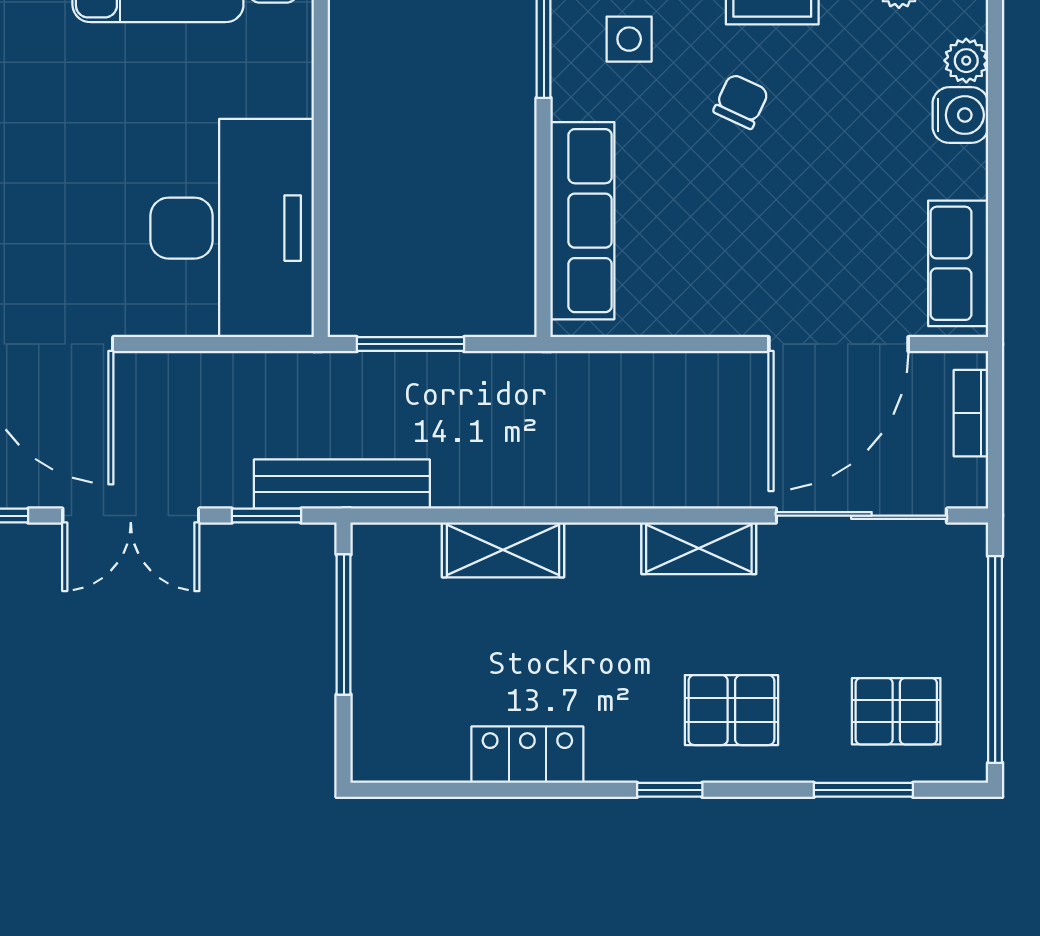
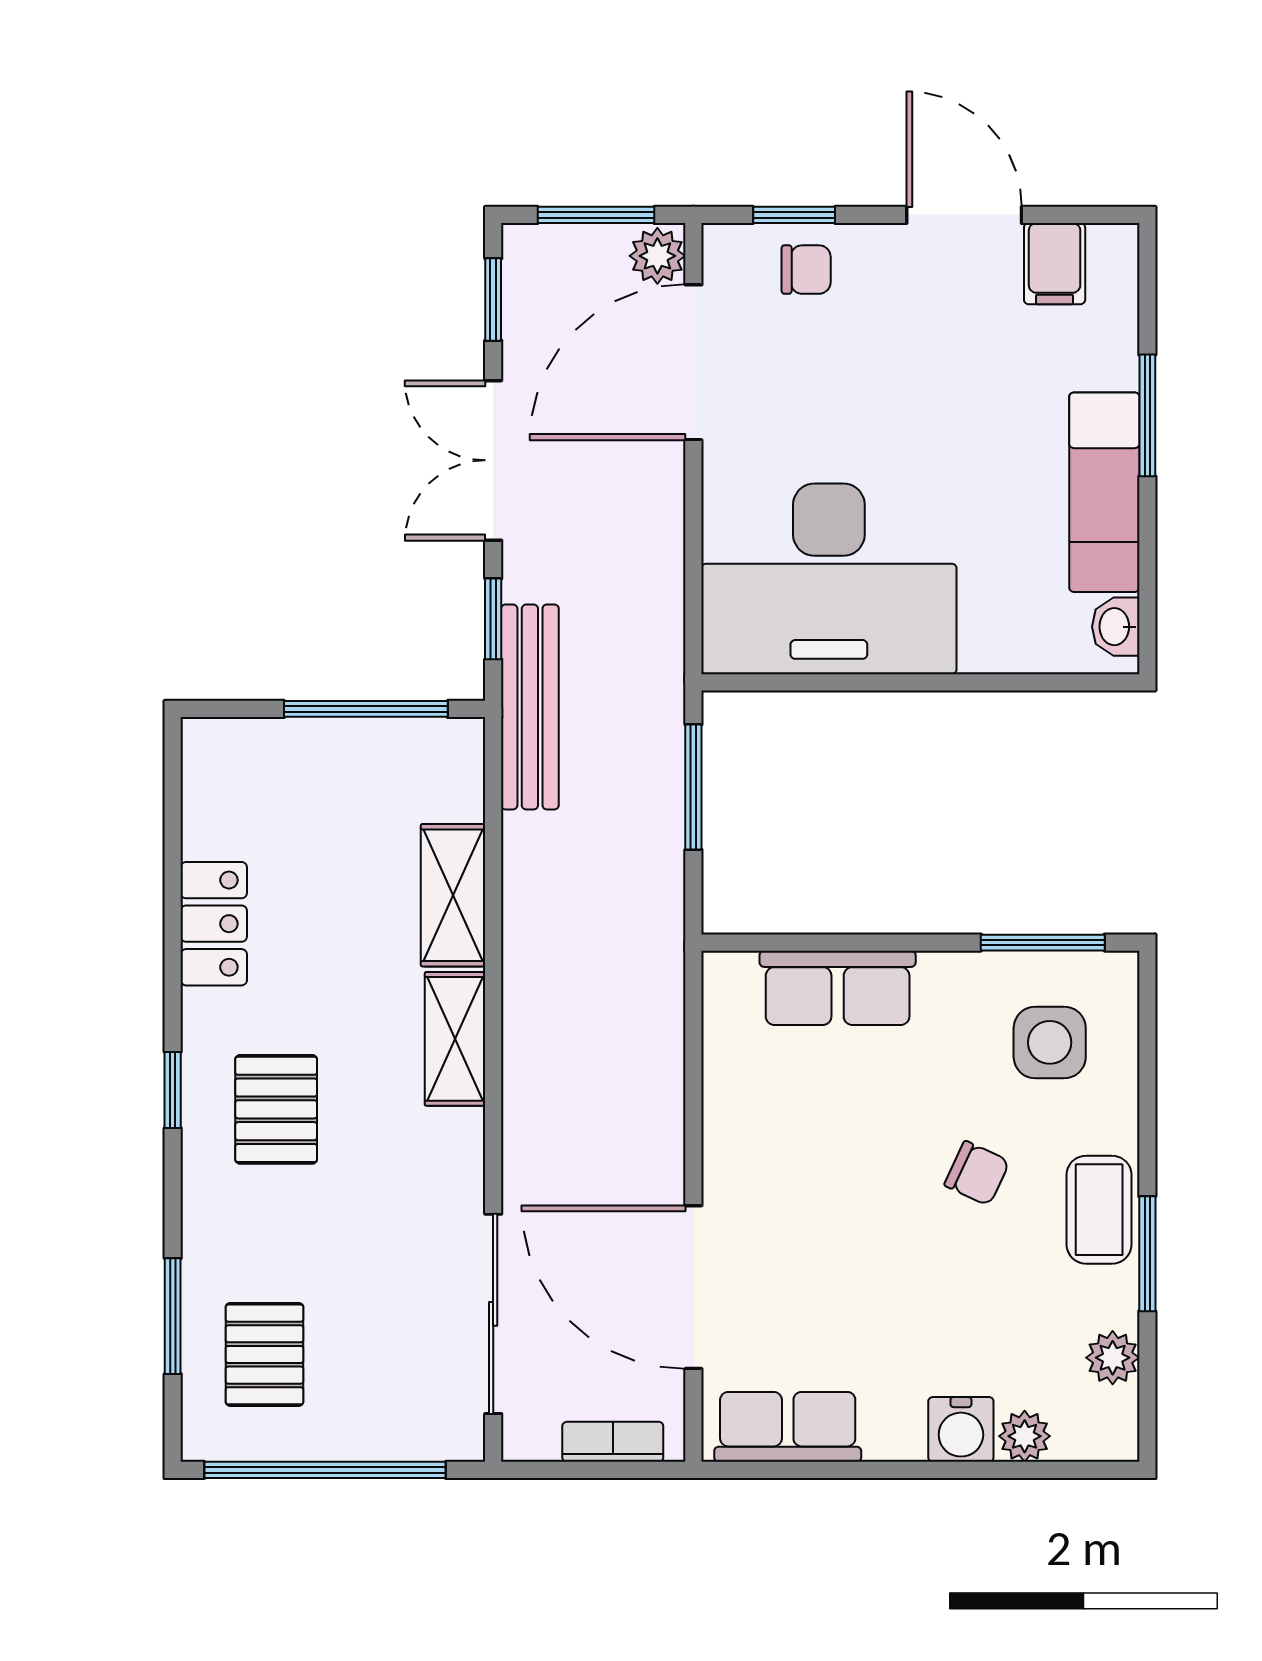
side table: (629, 39) -> (1050, 1042), width x1.37, depth x1.37
row of seats: (582, 221) -> (838, 988), width x0.68
shelving: (699, 548) -> (455, 1039), moved
pallet: (731, 710) -> (276, 1109), moved

